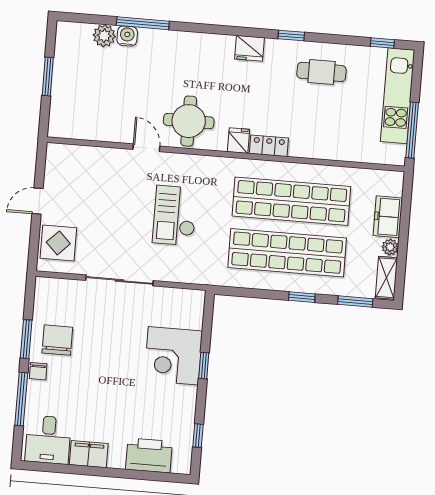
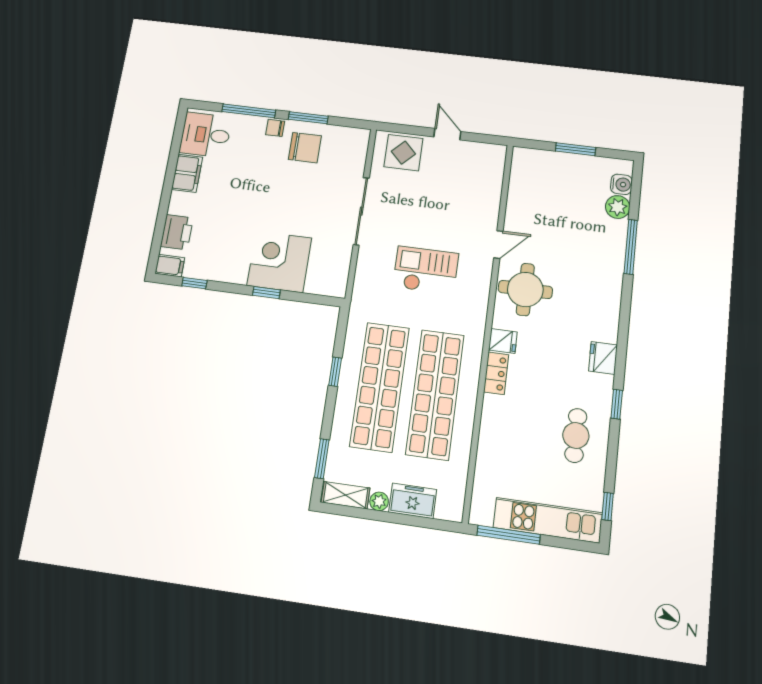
water cooler: (127, 36) -> (621, 184), moved
window: (302, 297) -> (335, 372), moved
printer: (149, 455) -> (177, 232), width x0.73, depth x0.84
filing cabinet: (182, 461) -> (170, 266), added

